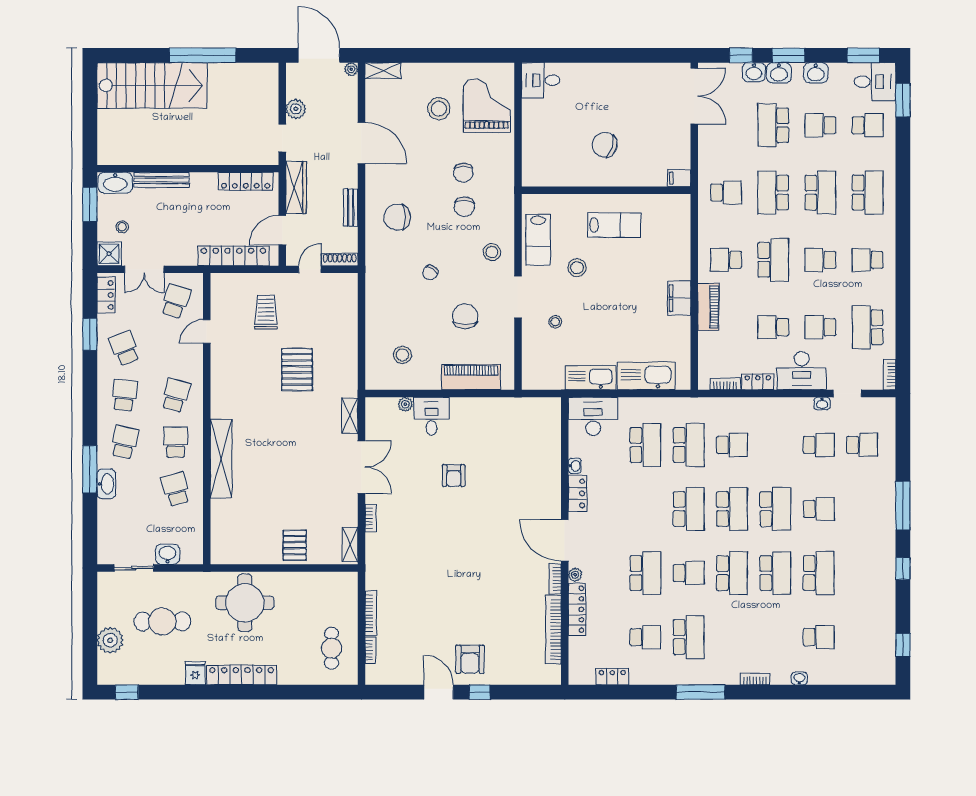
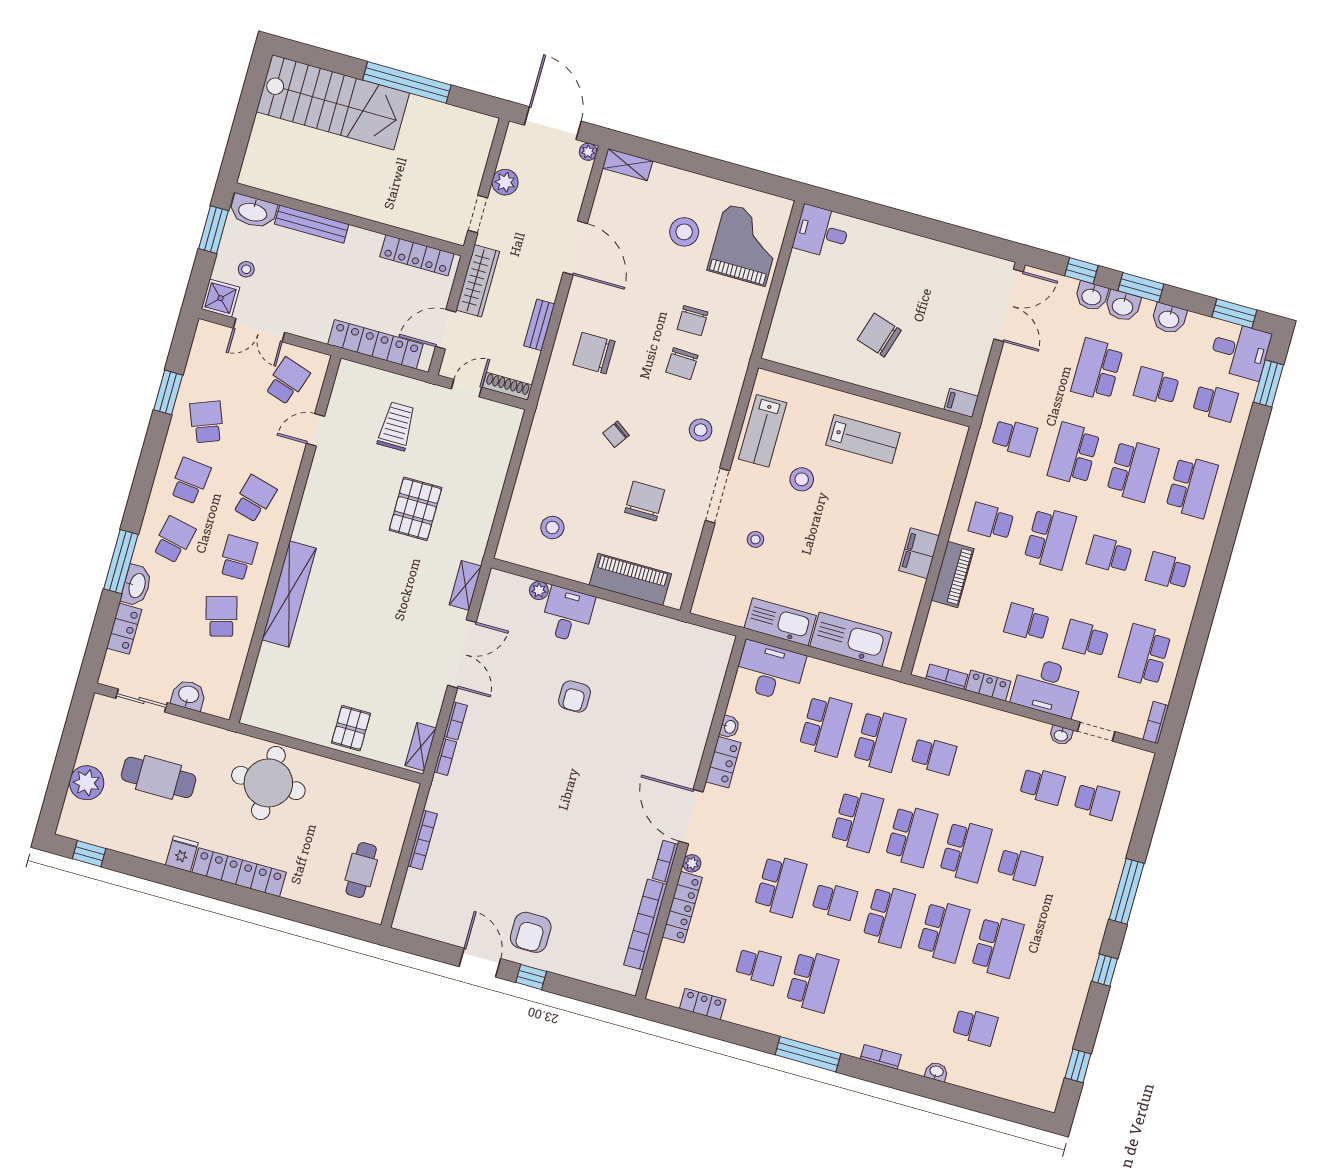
locker: (106, 295) -> (124, 629), moved
bookcase: (370, 650) -> (445, 757), moved

